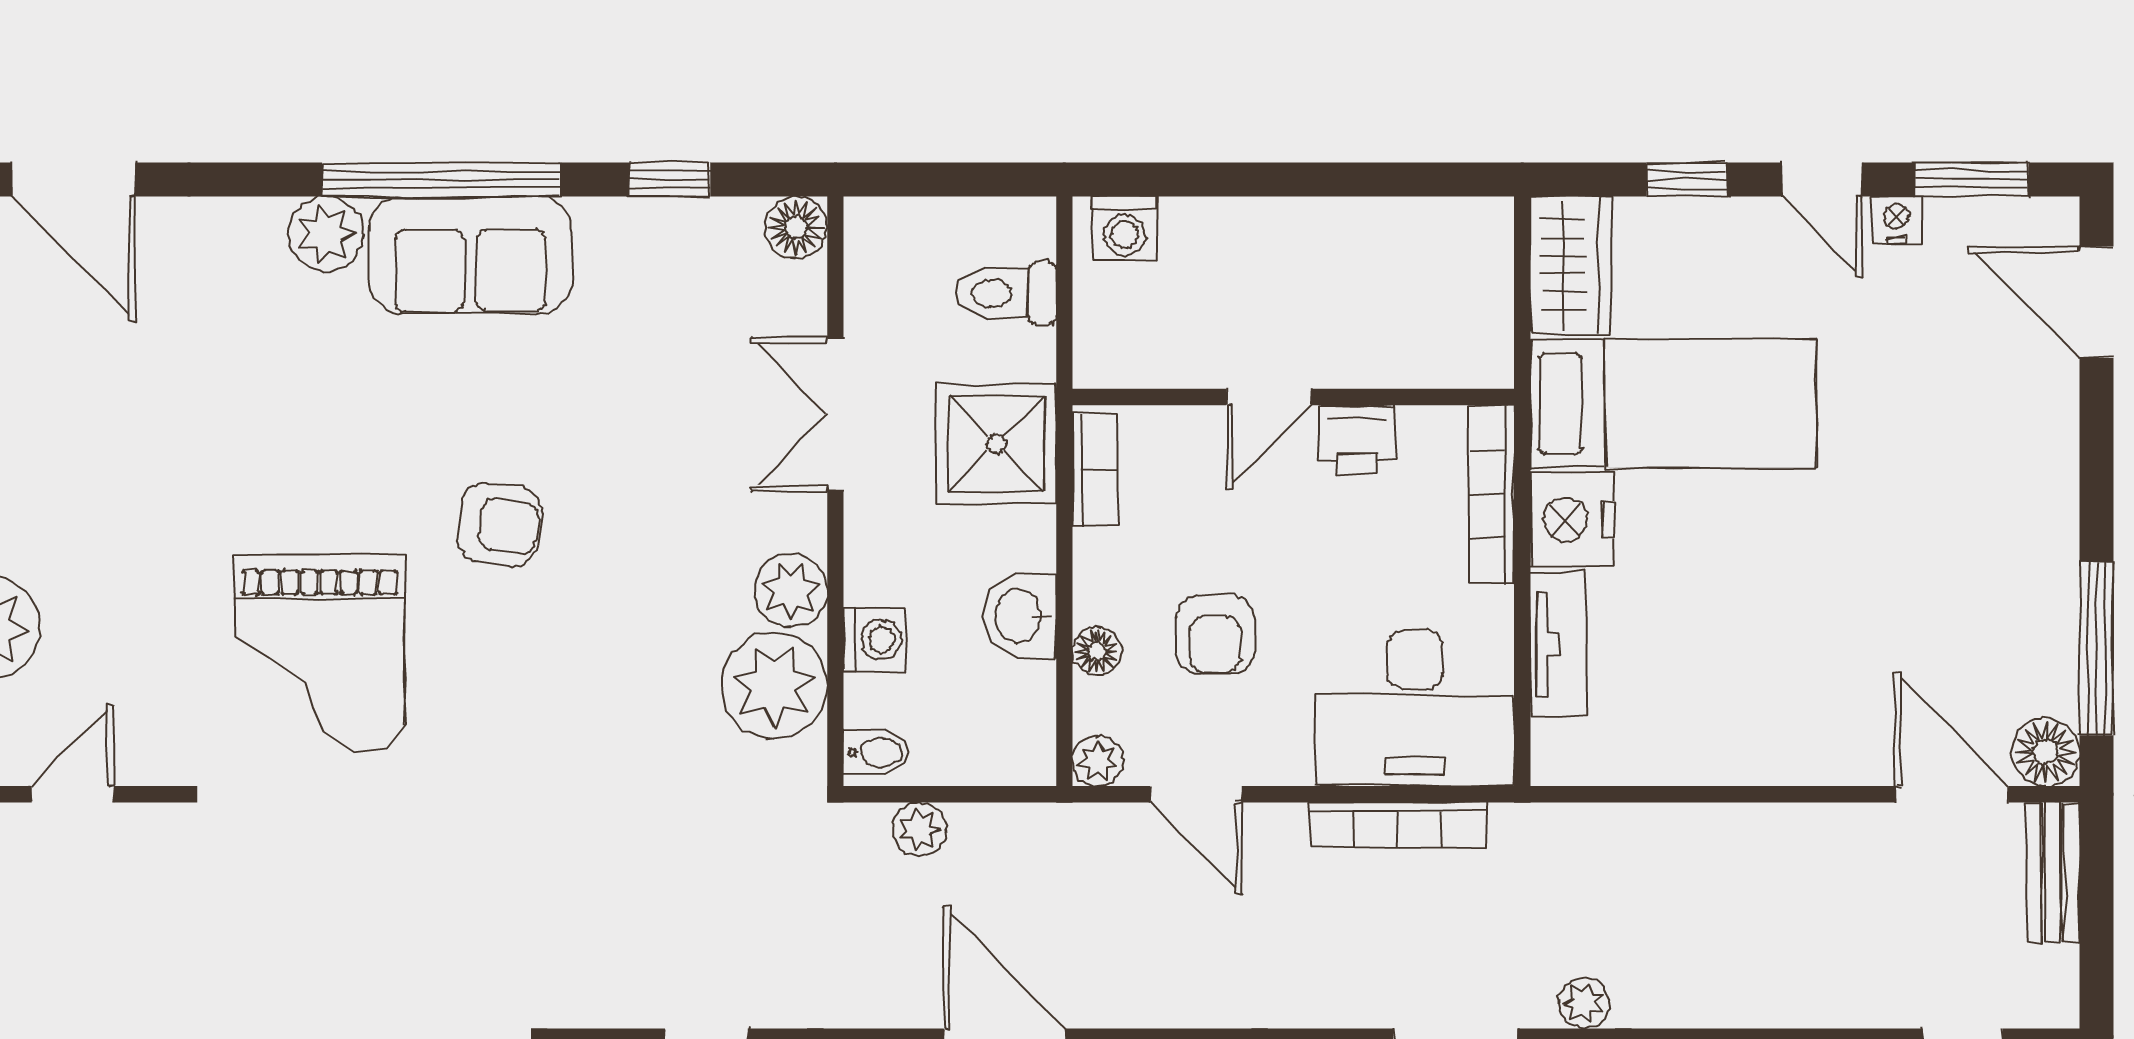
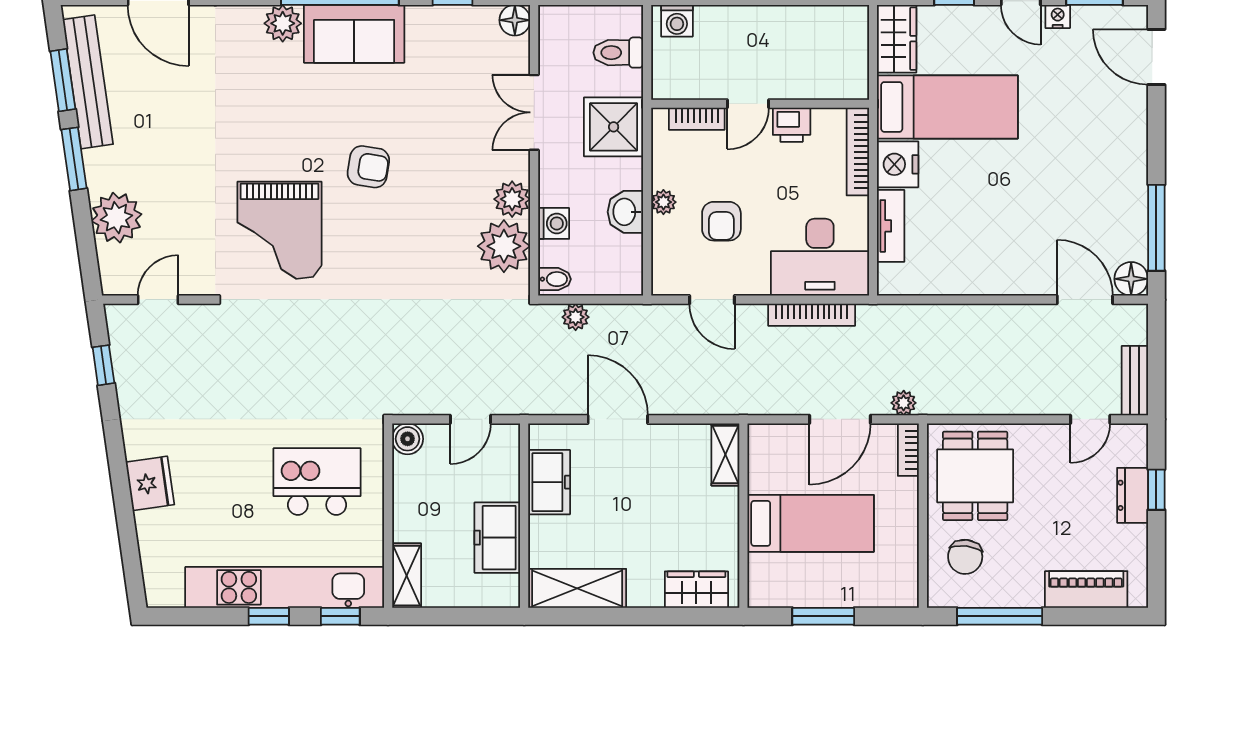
bookcase: (1095, 470) -> (697, 119), moved, turned 90
floor lamp: (1097, 651) -> (663, 229), removed
plant: (1098, 761) -> (663, 202), moved
bench: (2053, 873) -> (1135, 381), moved

